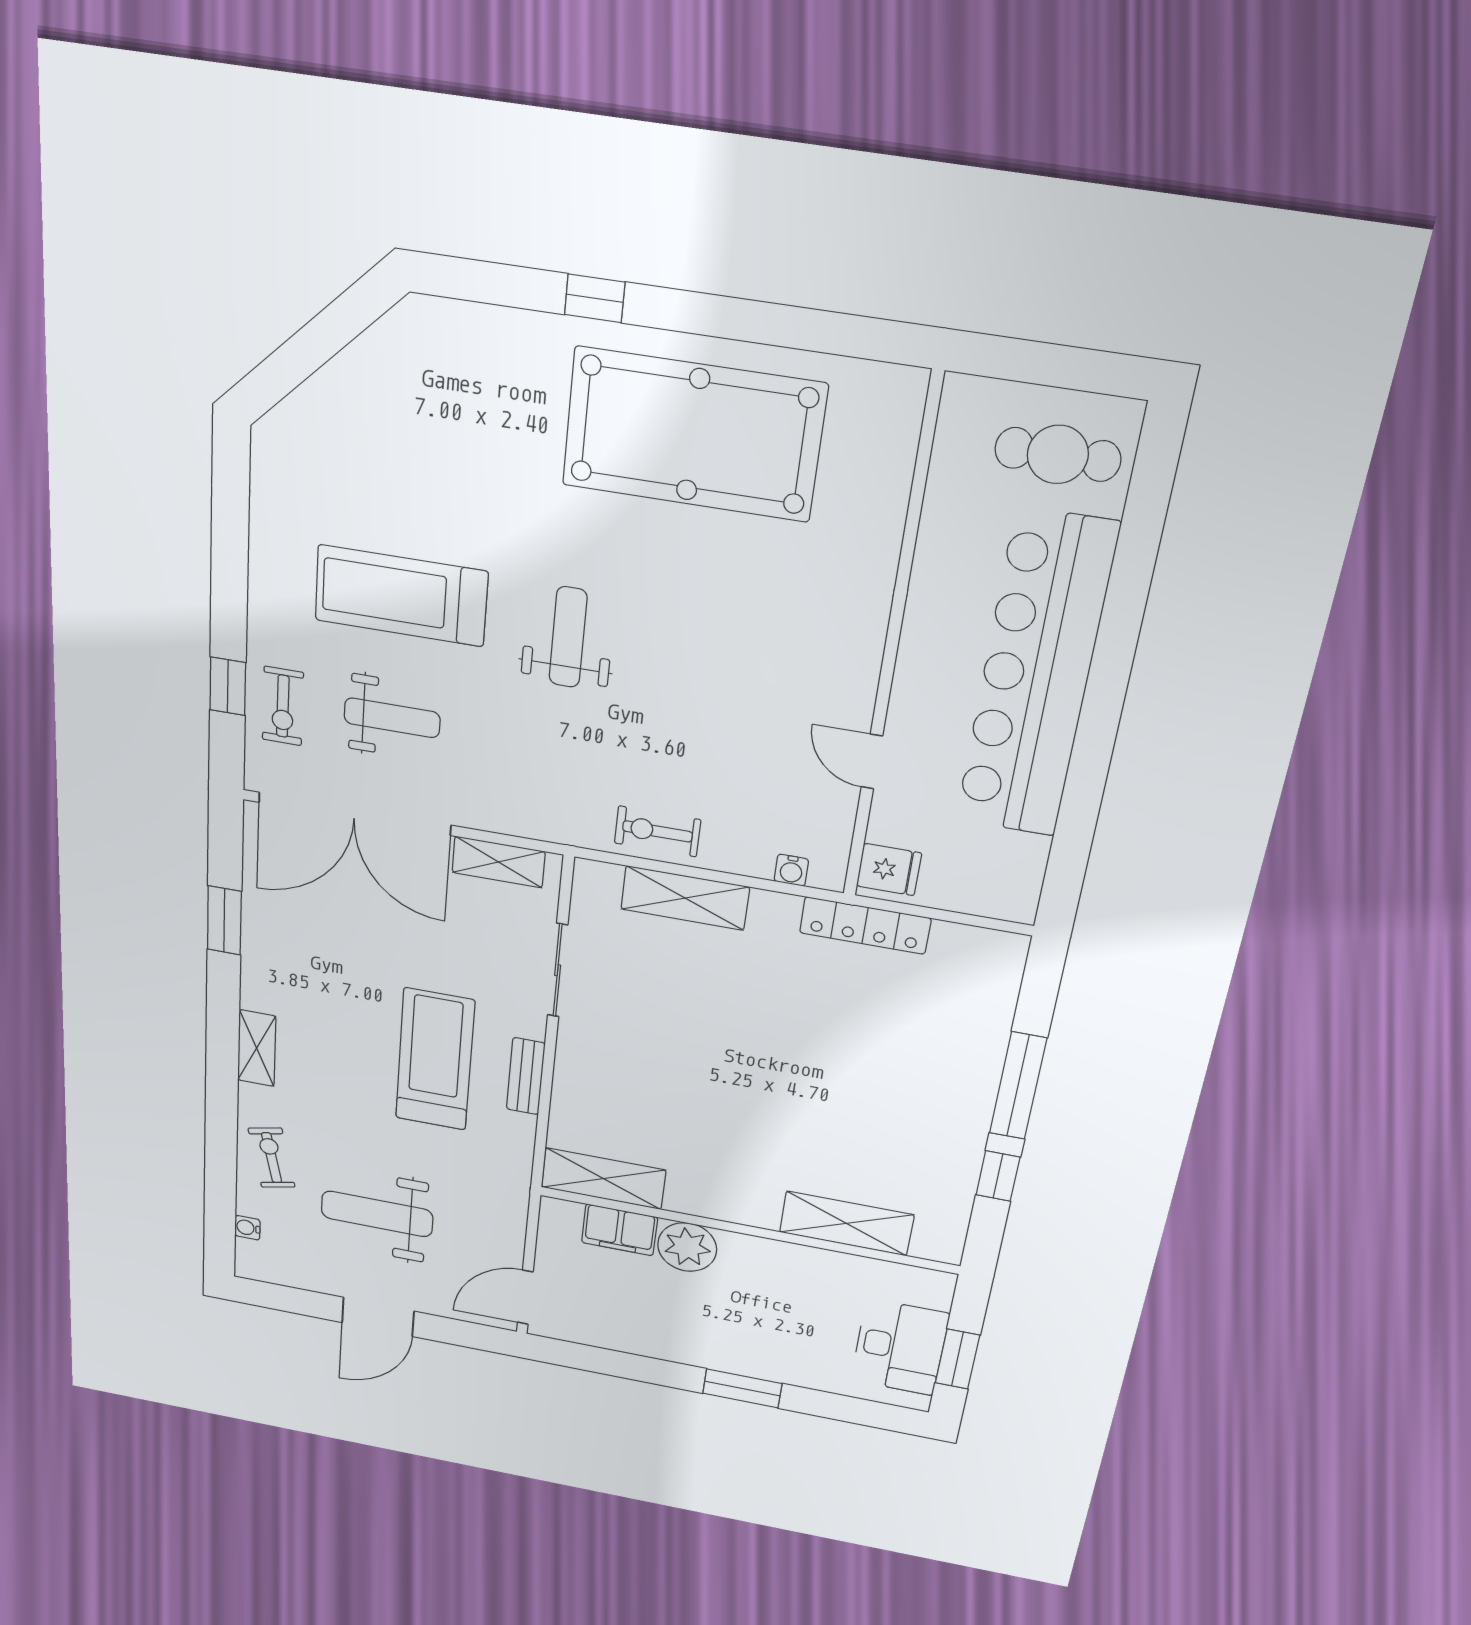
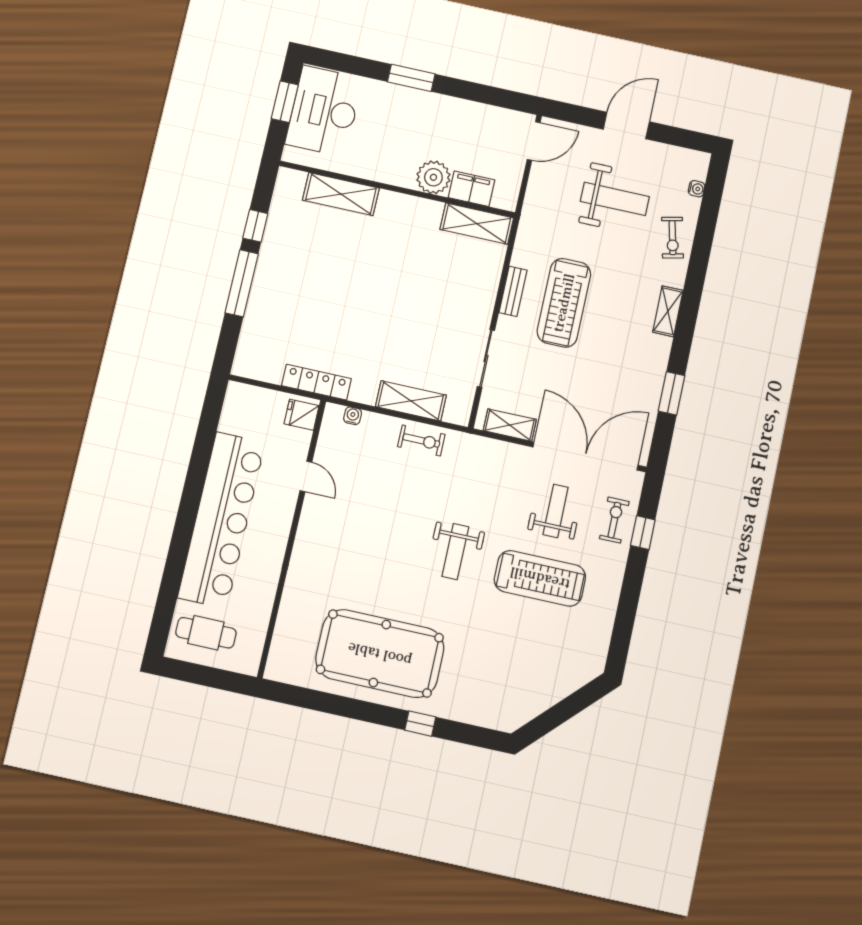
weight bench: (392, 718) -> (556, 511), turned 90
desk: (900, 1347) -> (324, 111), width x1.36, depth x1.30

